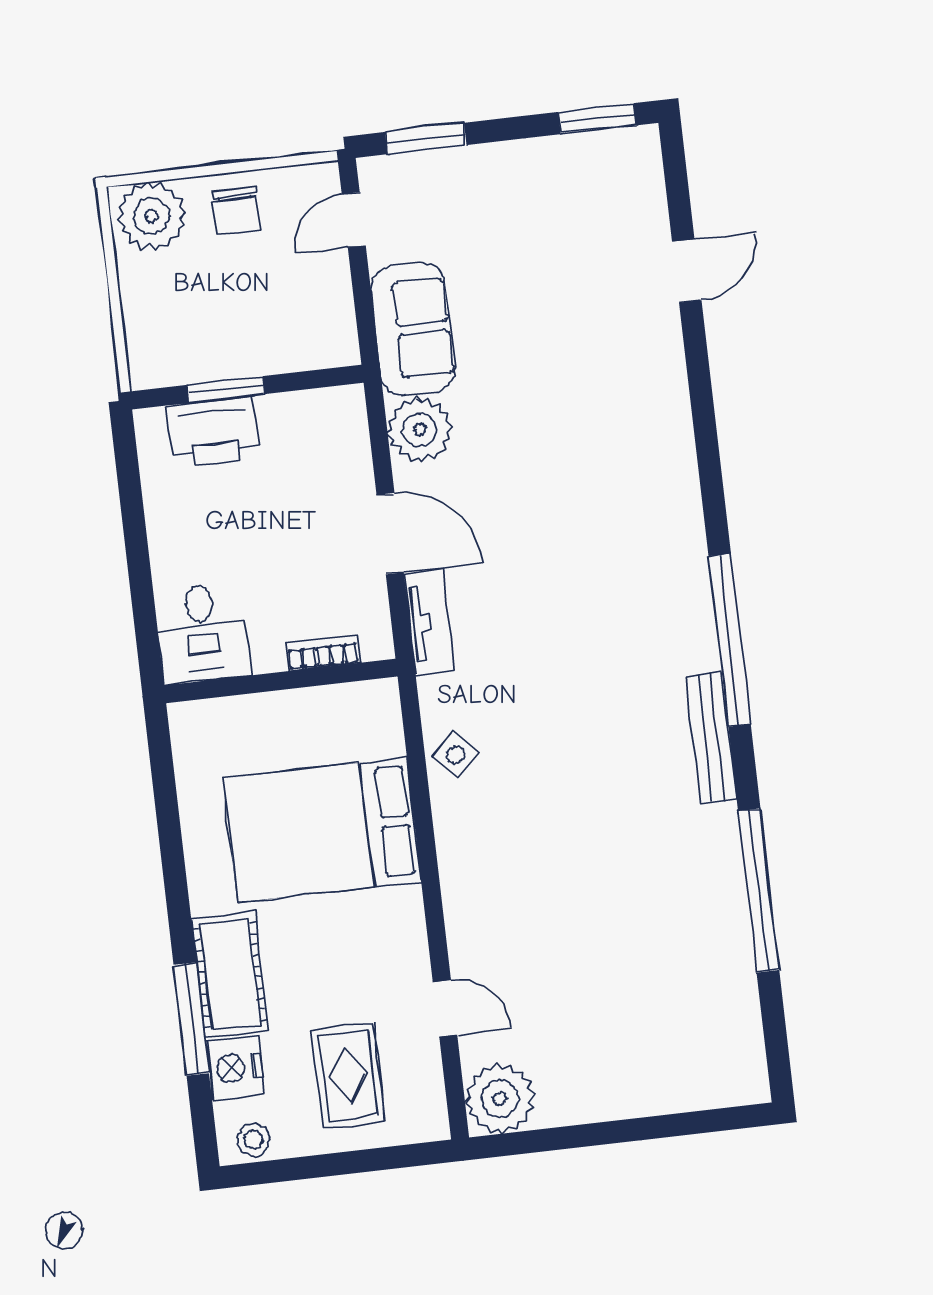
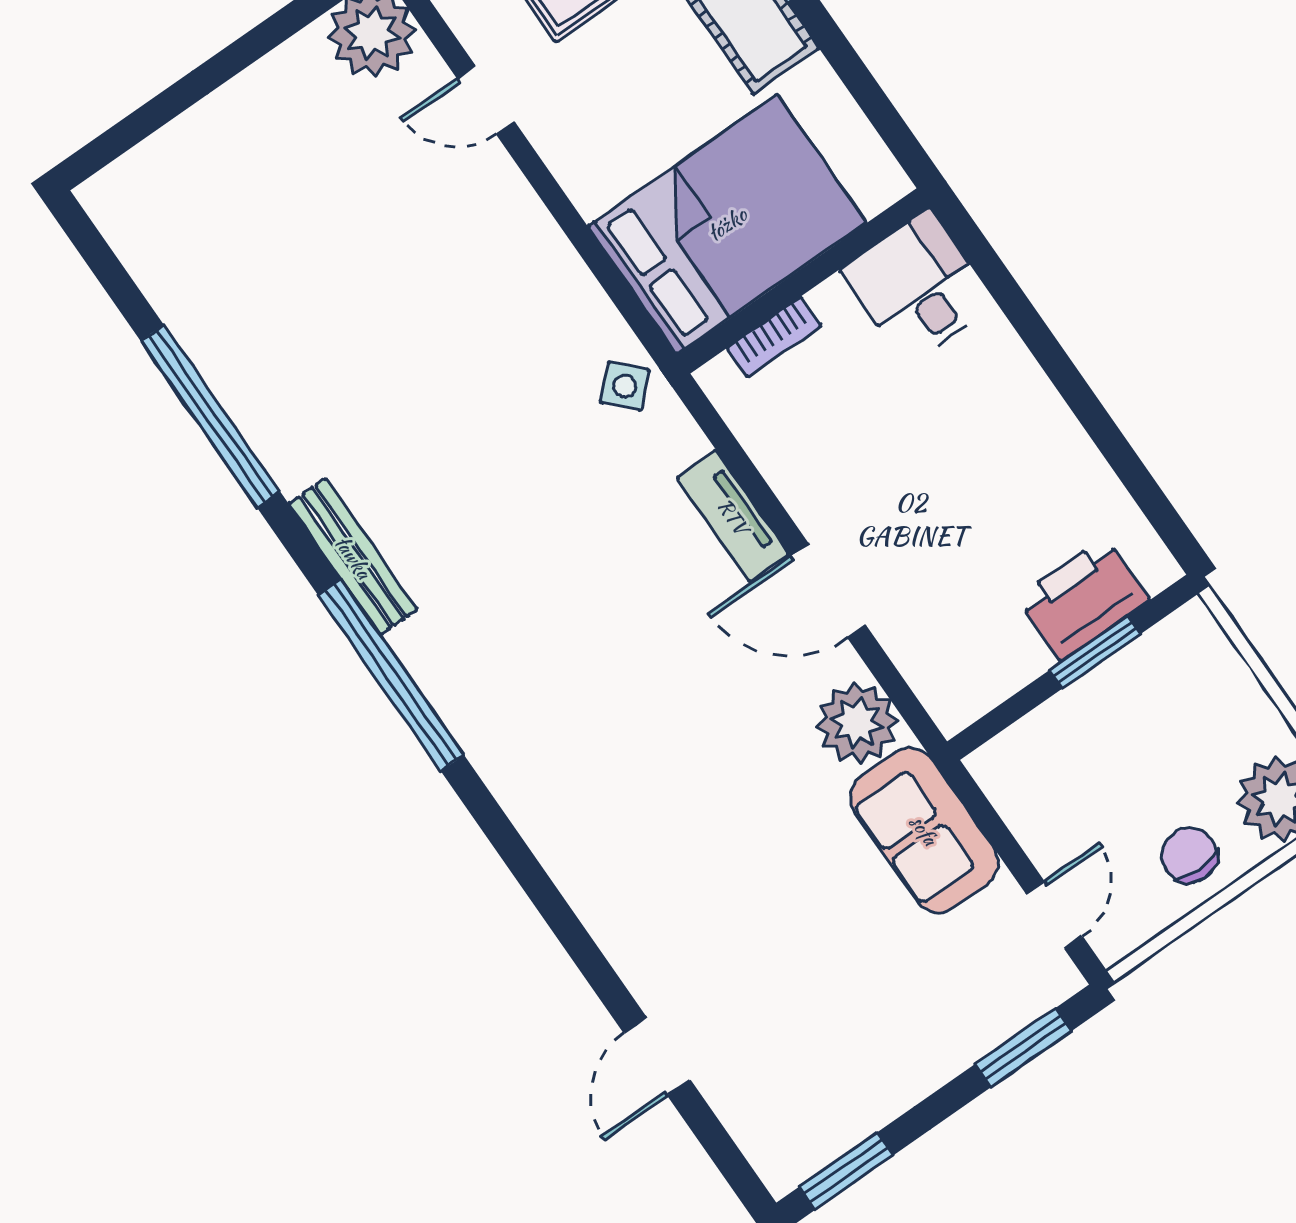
desk: (202, 633) -> (918, 287), moved
bookcase: (323, 653) -> (774, 337), moved
wall: (281, 681) -> (803, 281), moved

